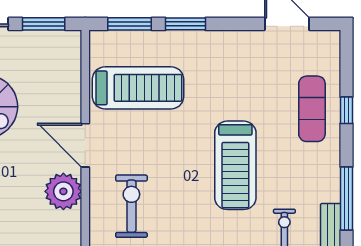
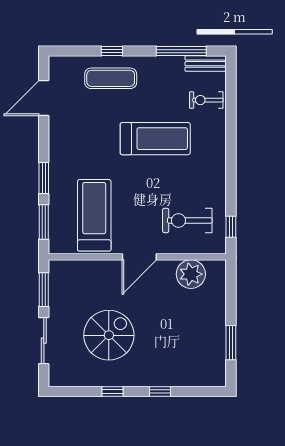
plant: (63, 191) -> (191, 274), moved

